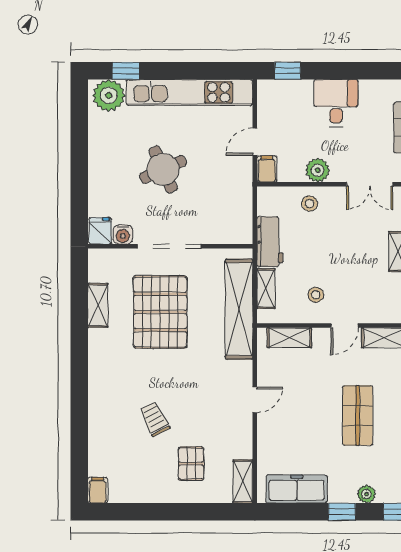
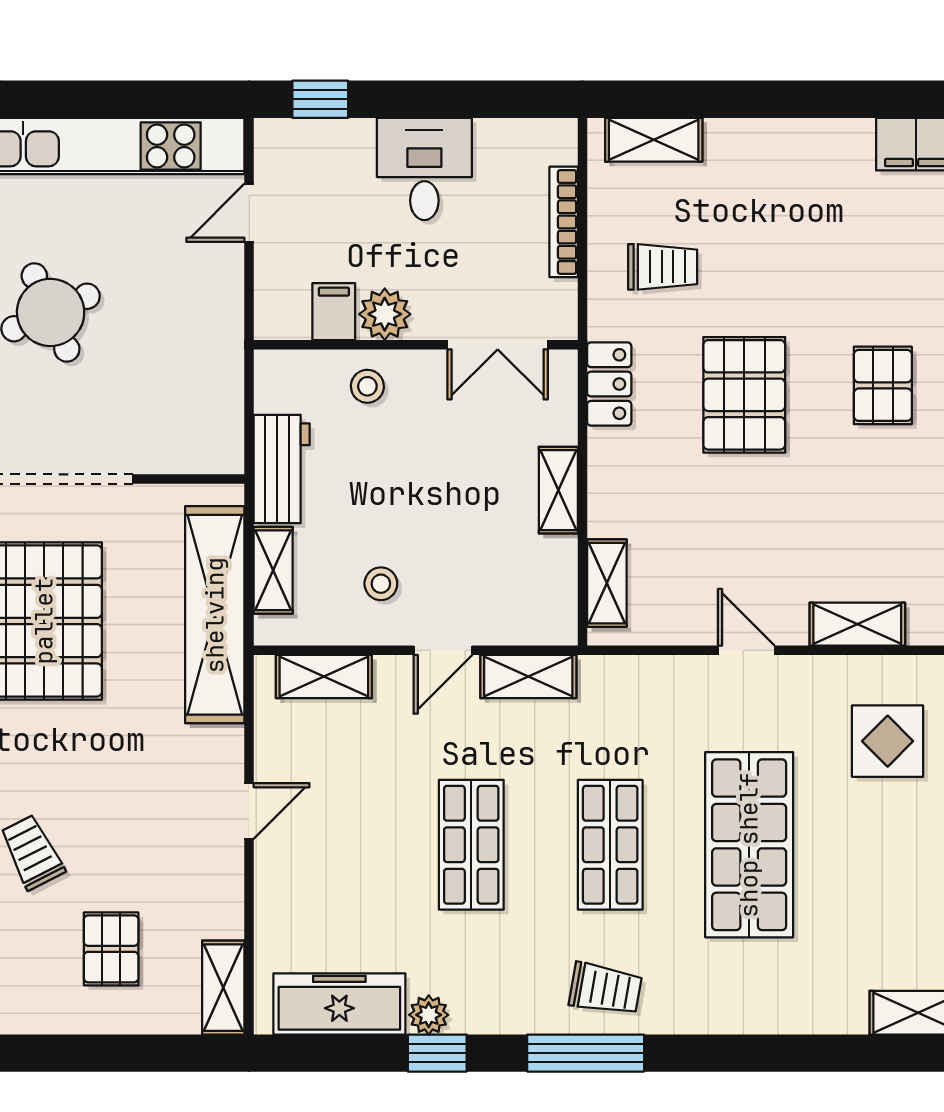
door: (255, 142) -> (249, 213), moved
filing cabinet: (267, 169) -> (334, 312), moved
plant: (366, 494) -> (429, 1015), moved

